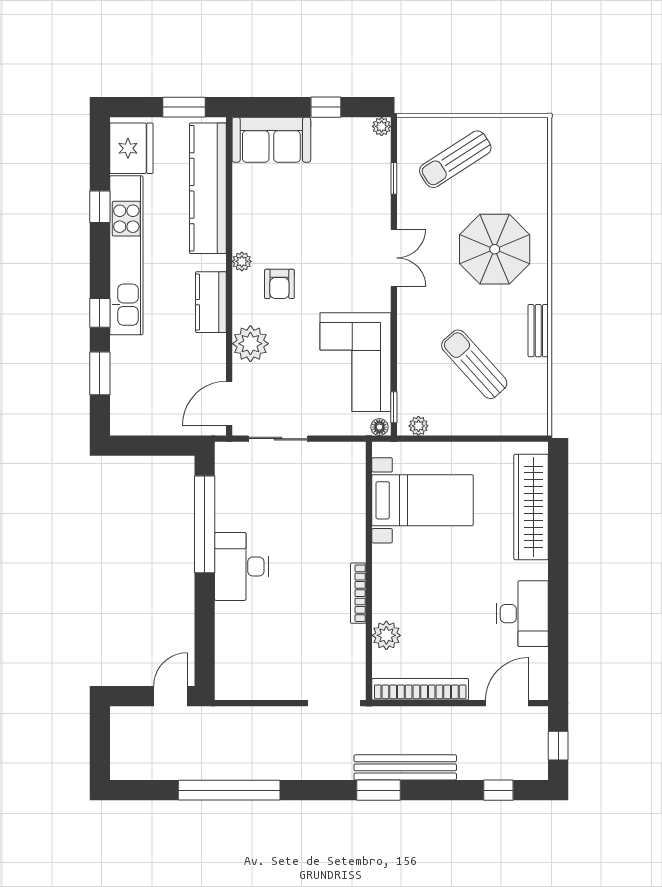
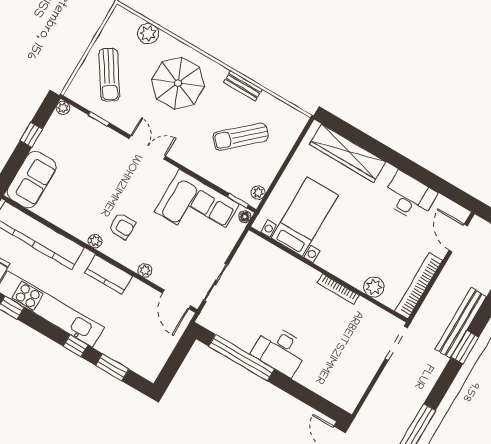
plant: (534, 177) -> (148, 34), added
plant: (250, 344) -> (145, 270), width x0.53, depth x0.53

